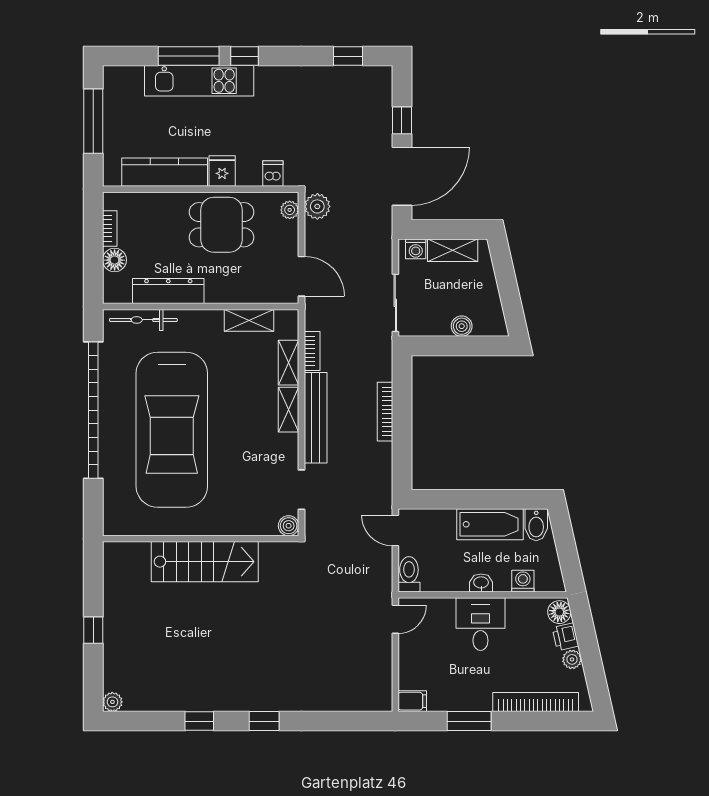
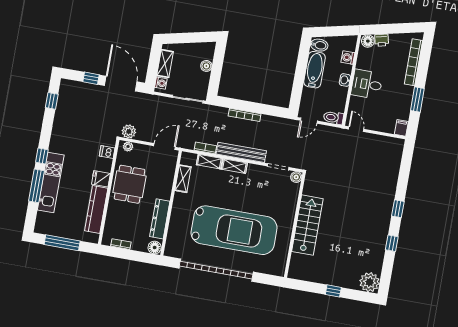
floor lamp: (115, 260) -> (155, 247), moved
bicycle: (143, 320) -> (173, 235), removed
plant: (572, 659) -> (394, 39), removed
plant: (112, 702) -> (370, 282), width x1.87, depth x1.87

